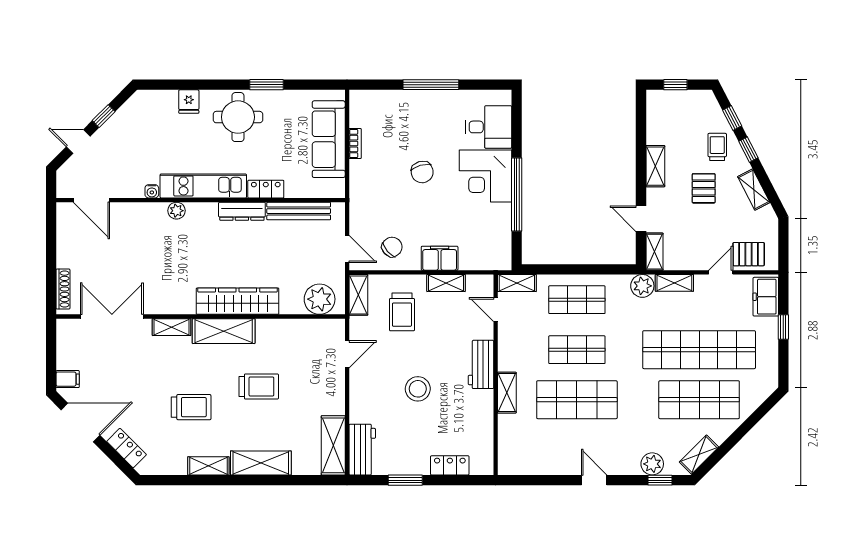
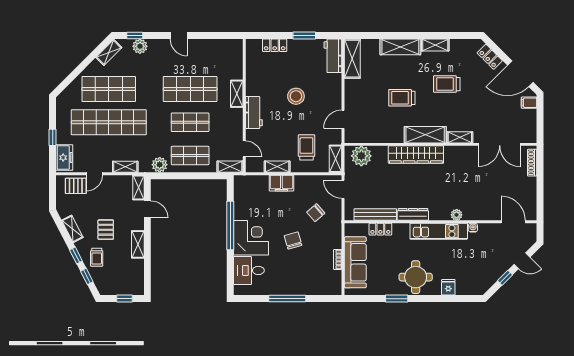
locker: (266, 189) -> (380, 229), moved
chair: (392, 247) -> (316, 213), moved
plant: (642, 286) -> (160, 165), moved

